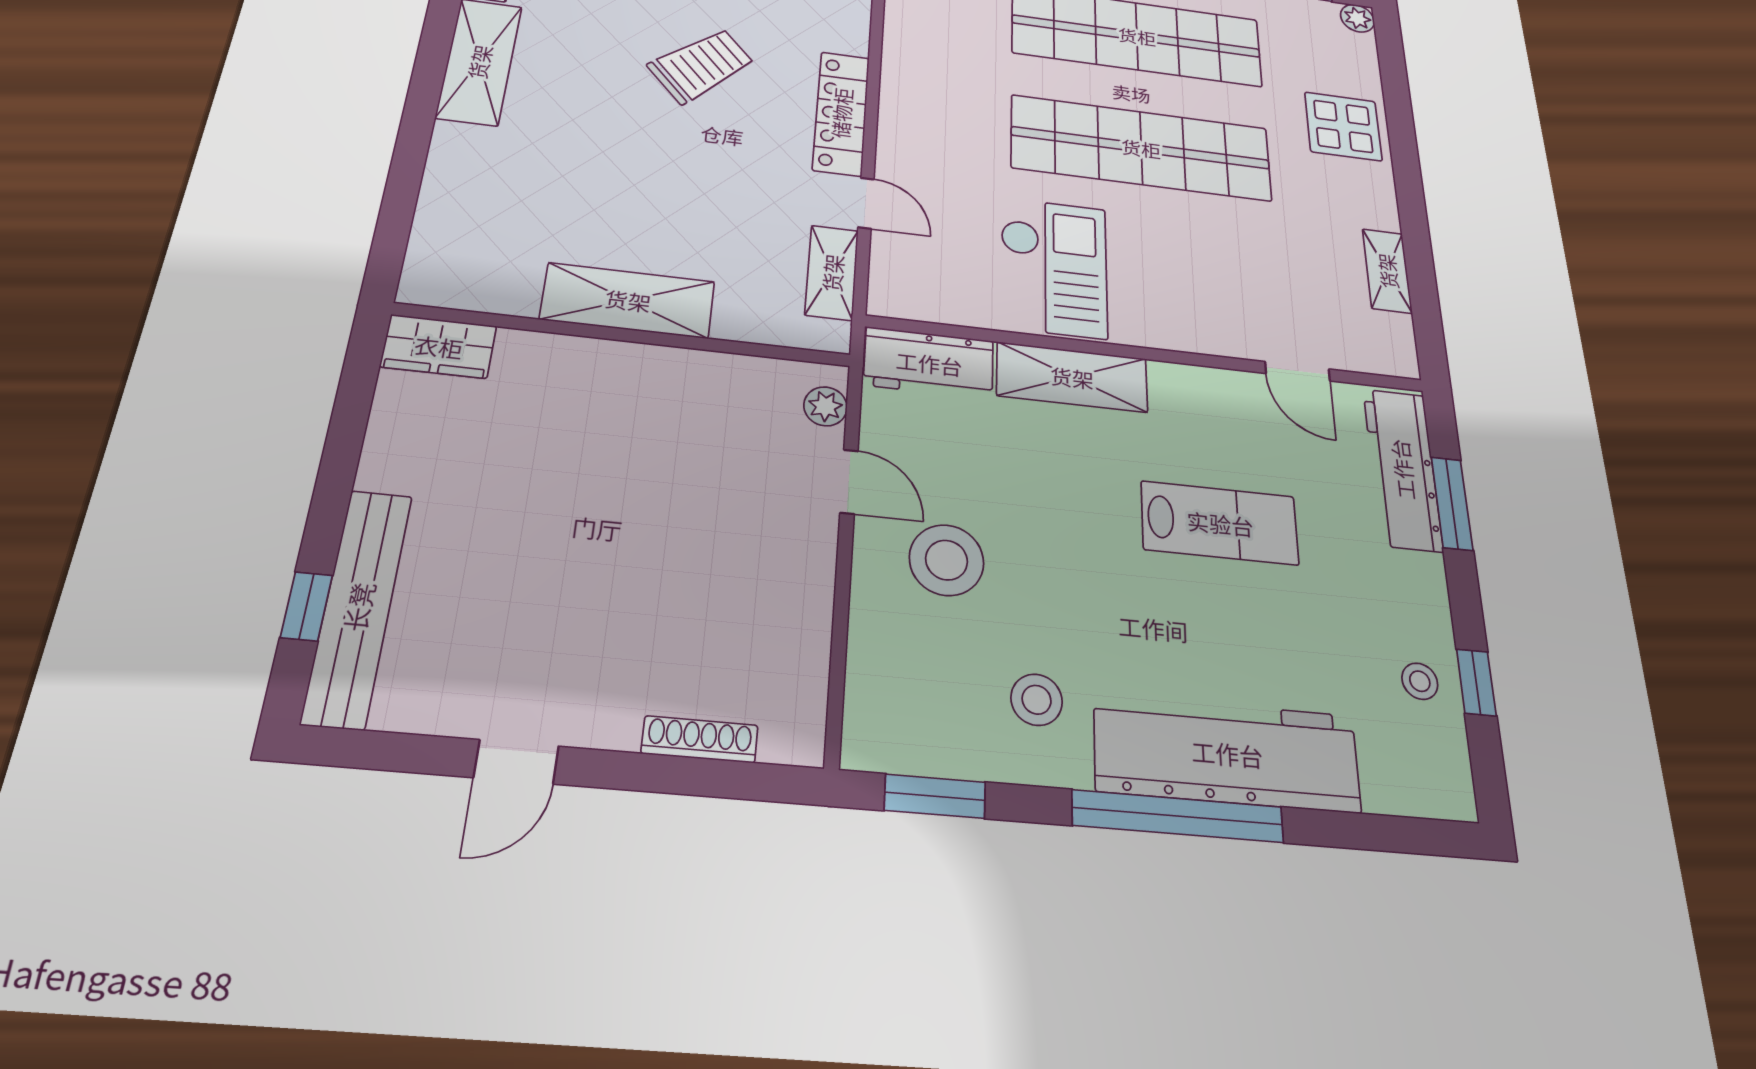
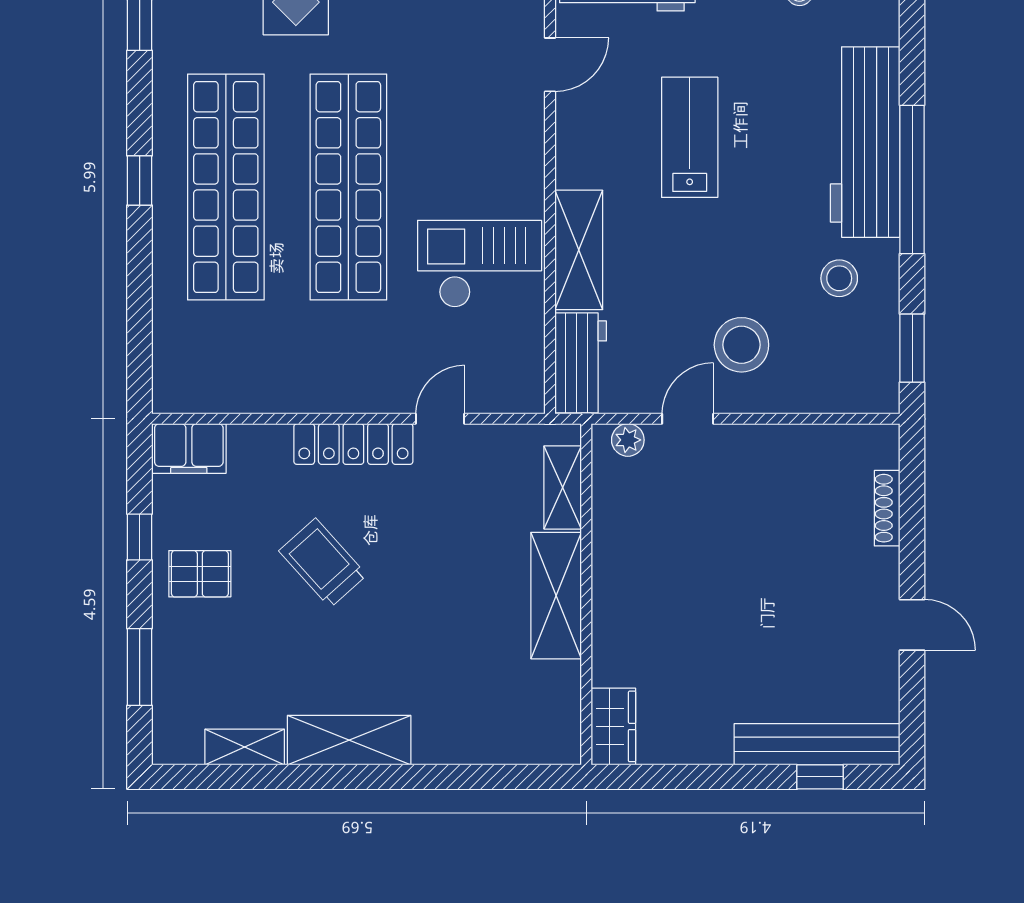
shelving: (832, 273) -> (563, 487), moved, turned 90

